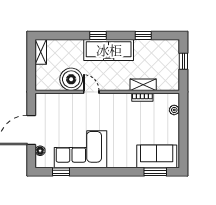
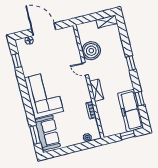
freezer: (109, 50) -> (131, 111), moved
shelving: (143, 85) -> (97, 90), moved
door: (91, 92) -> (85, 69), swing flipped
corner sofa: (81, 149) -> (44, 95), moved

